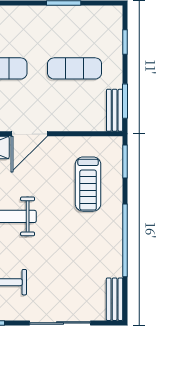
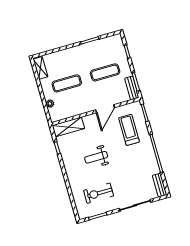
door: (29, 134) -> (105, 109), moved
treadmill: (88, 184) -> (129, 130), turned 180

